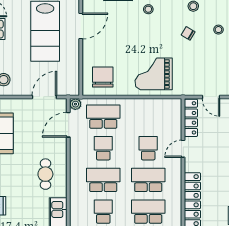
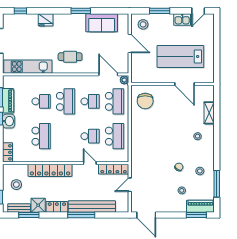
grand piano: (154, 74) -> (147, 140), removed
chair: (103, 77) -> (145, 101), turned 90
door: (44, 97) -> (130, 43), moved
school desk: (148, 180) -> (115, 136), moved

